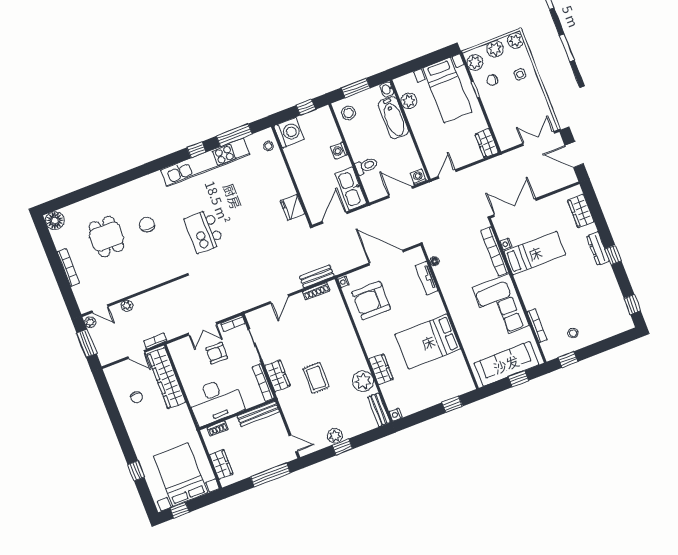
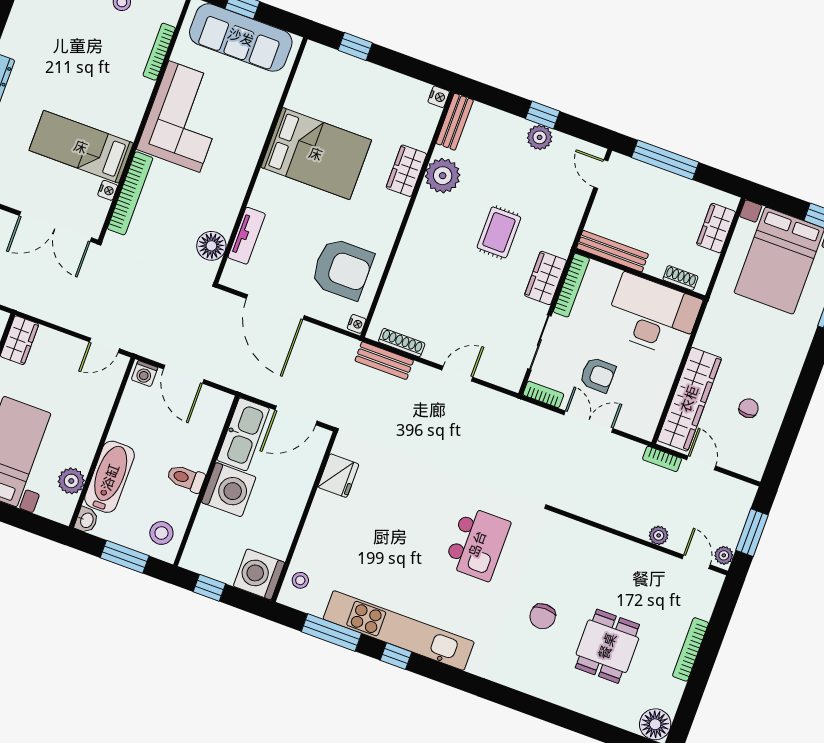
washing machine: (339, 151) -> (229, 490), width x1.89, depth x1.89
toilet: (366, 166) -> (186, 478), moved
floor lamp: (435, 261) -> (211, 246), width x1.89, depth x1.89

